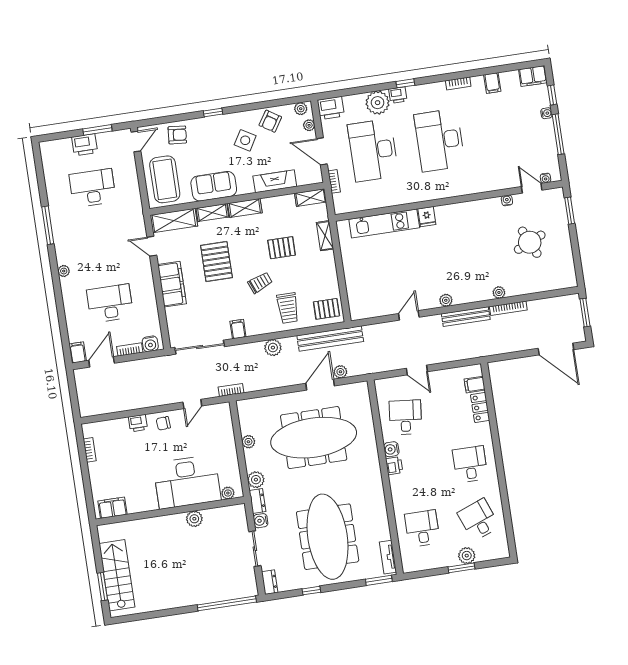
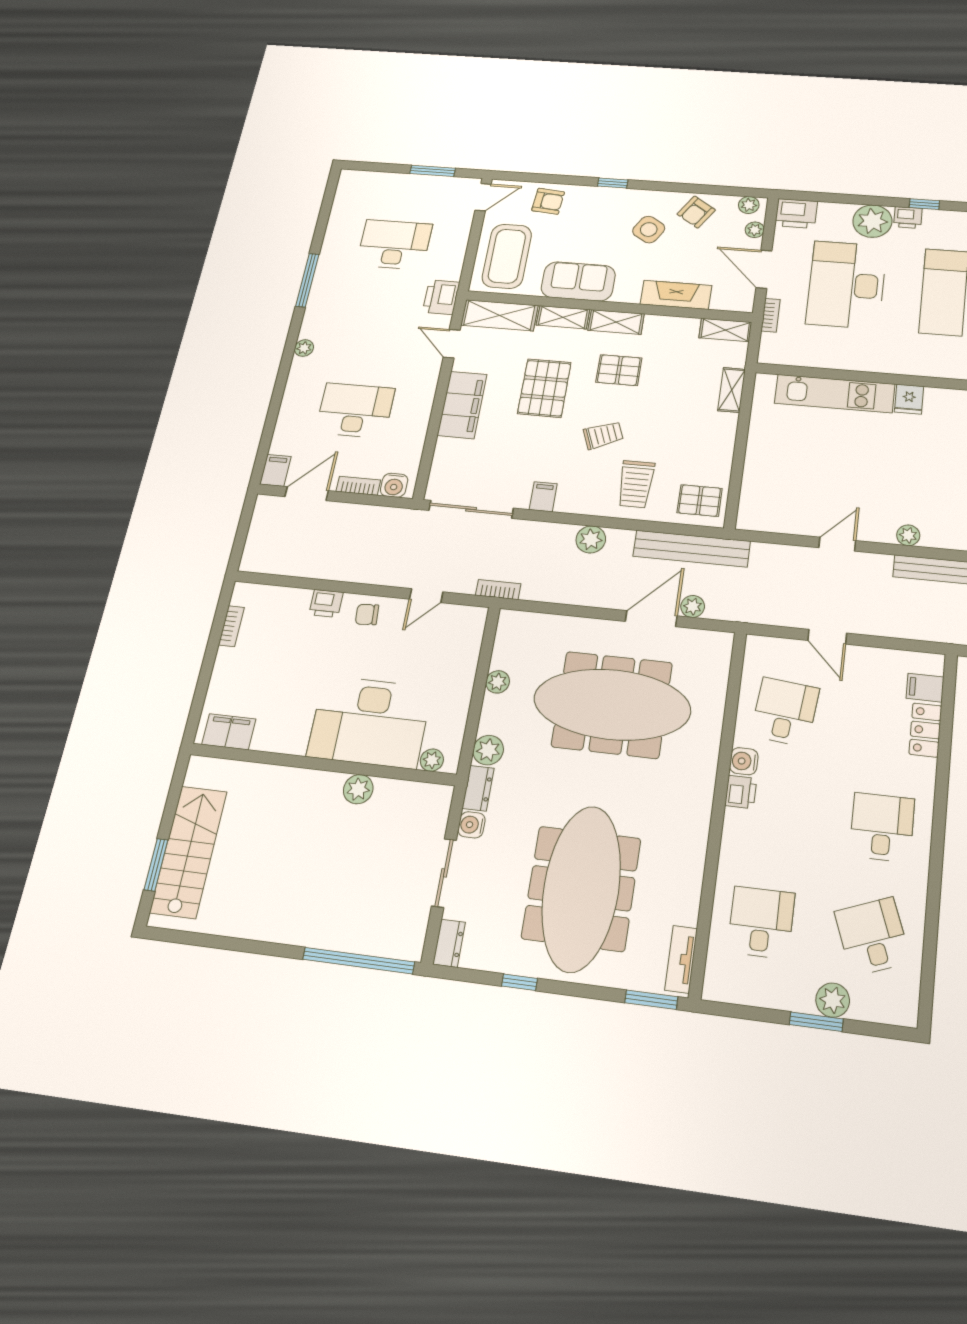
printer: (85, 145) -> (441, 297), moved, turned 90
pallet: (282, 248) -> (619, 370), moved

